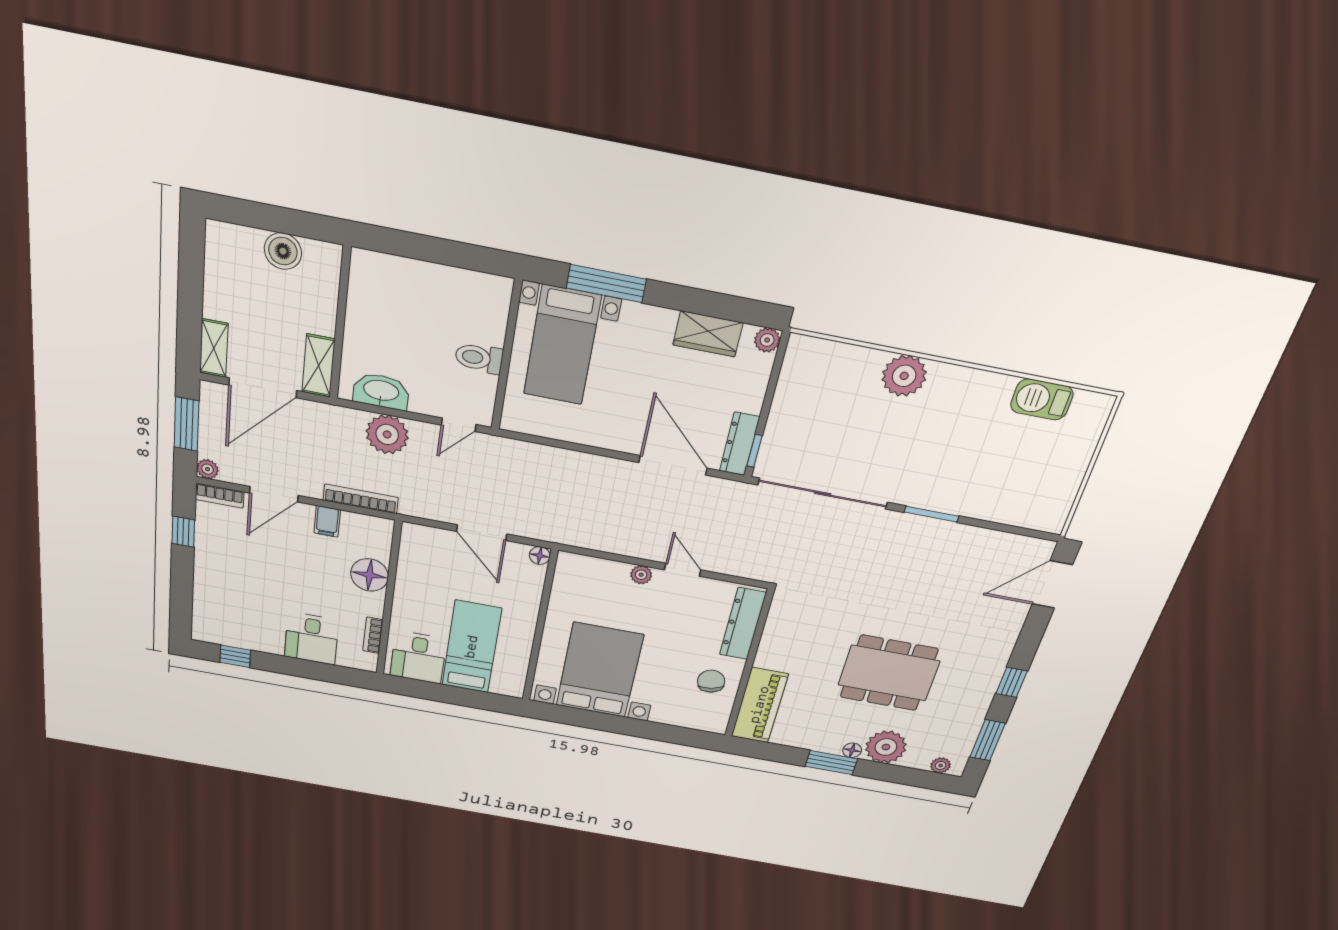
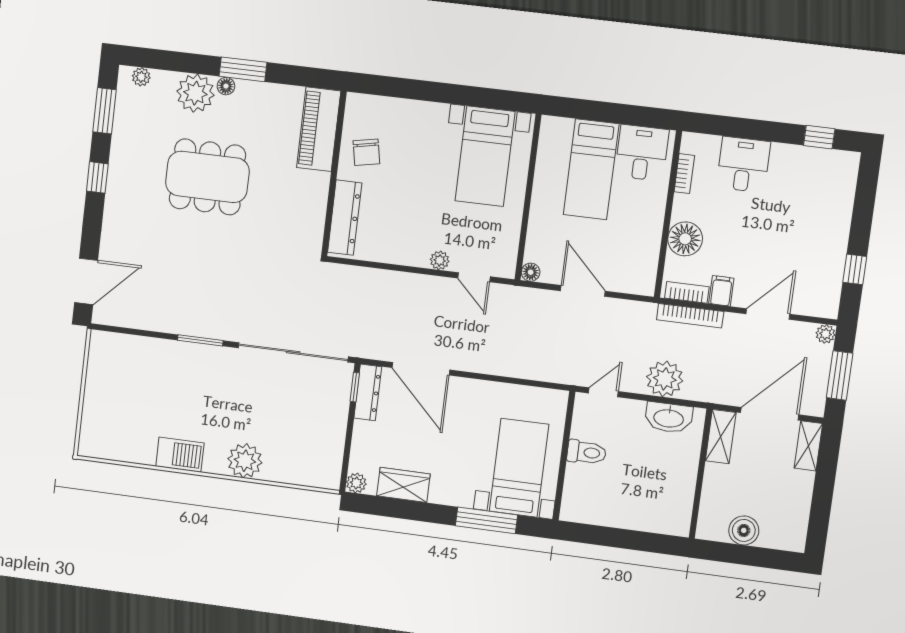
barbecue: (1042, 399) -> (180, 455), moved
bookcase: (220, 496) -> (687, 292), moved
door: (683, 570) -> (474, 277), moved
bed with nightstands: (599, 670) -> (485, 156), width x0.73

